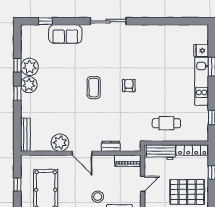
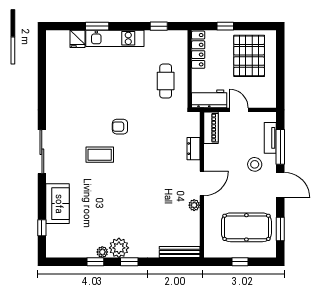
plant: (29, 67) -> (102, 252), width x0.53, depth x0.53
coffee table: (94, 87) -> (100, 155), moved
plant: (60, 143) -> (194, 205), width x0.53, depth x0.53
workbench: (161, 152) -> (209, 99), moved, turned -90

